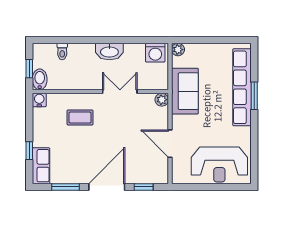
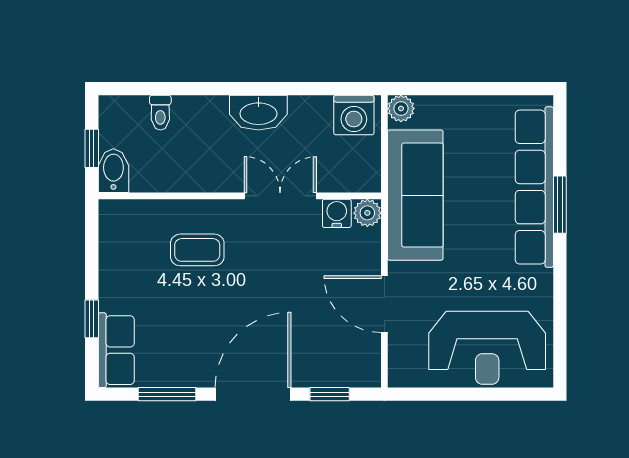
sofa: (185, 91) -> (415, 195), width x1.36
water cooler: (39, 100) -> (337, 213), moved

